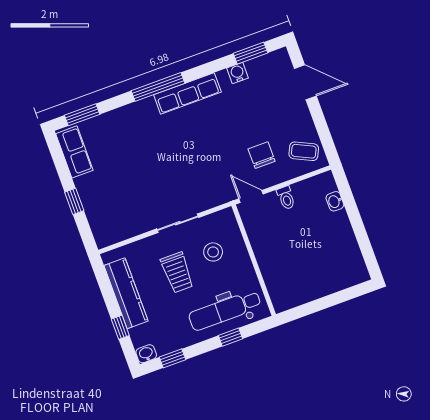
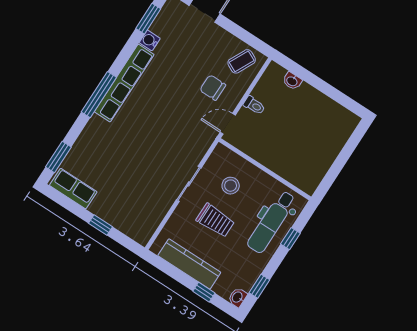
row of seats: (187, 93) -> (124, 83), width x1.36

